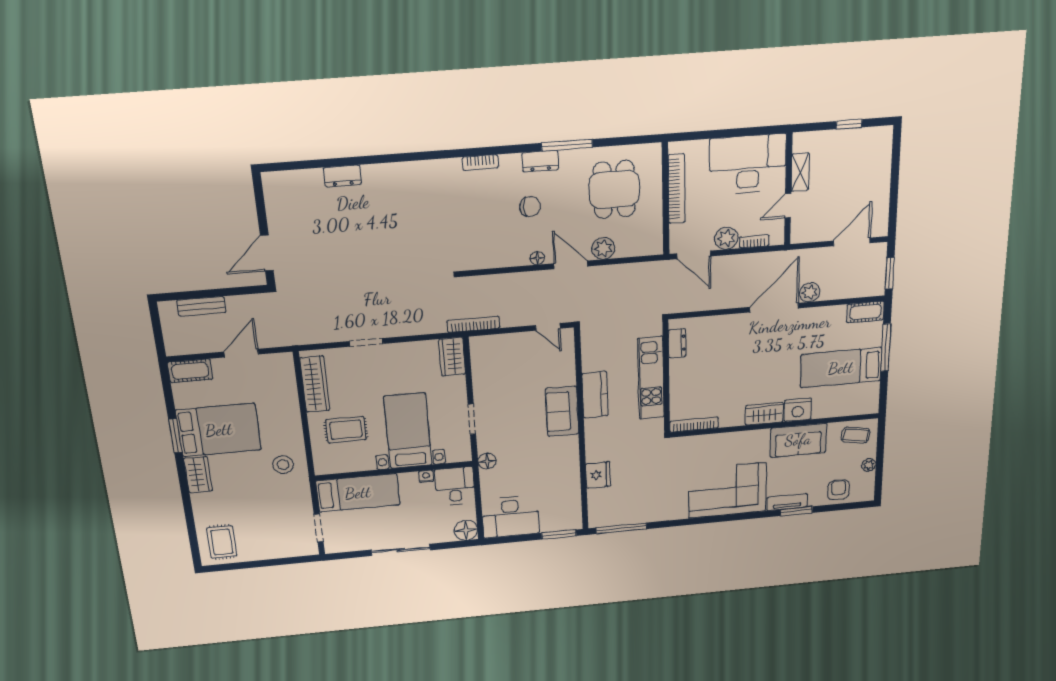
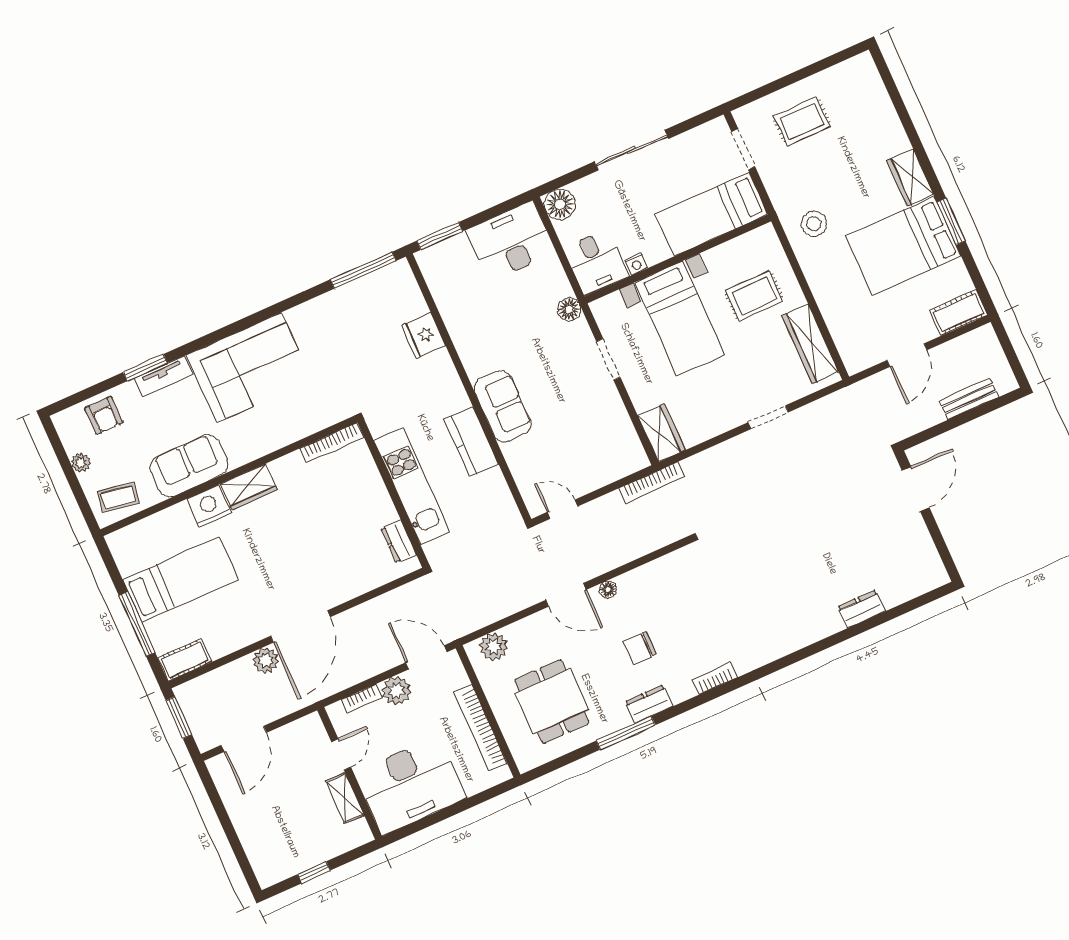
plant: (603, 248) -> (494, 647), moved
rug: (222, 542) -> (802, 121), moved, turned 90

